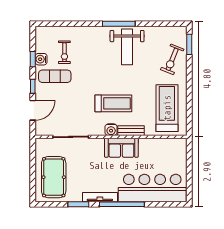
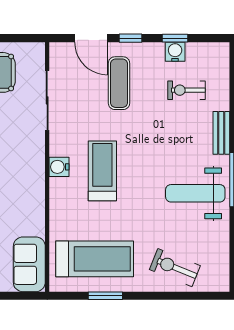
window: (189, 44) -> (105, 296), moved
exercise mat: (55, 76) -> (119, 83), moved
treadmill: (113, 103) -> (102, 171), turned 180
bench: (131, 131) -> (221, 133), moved
sofa: (121, 148) -> (29, 264), moved

